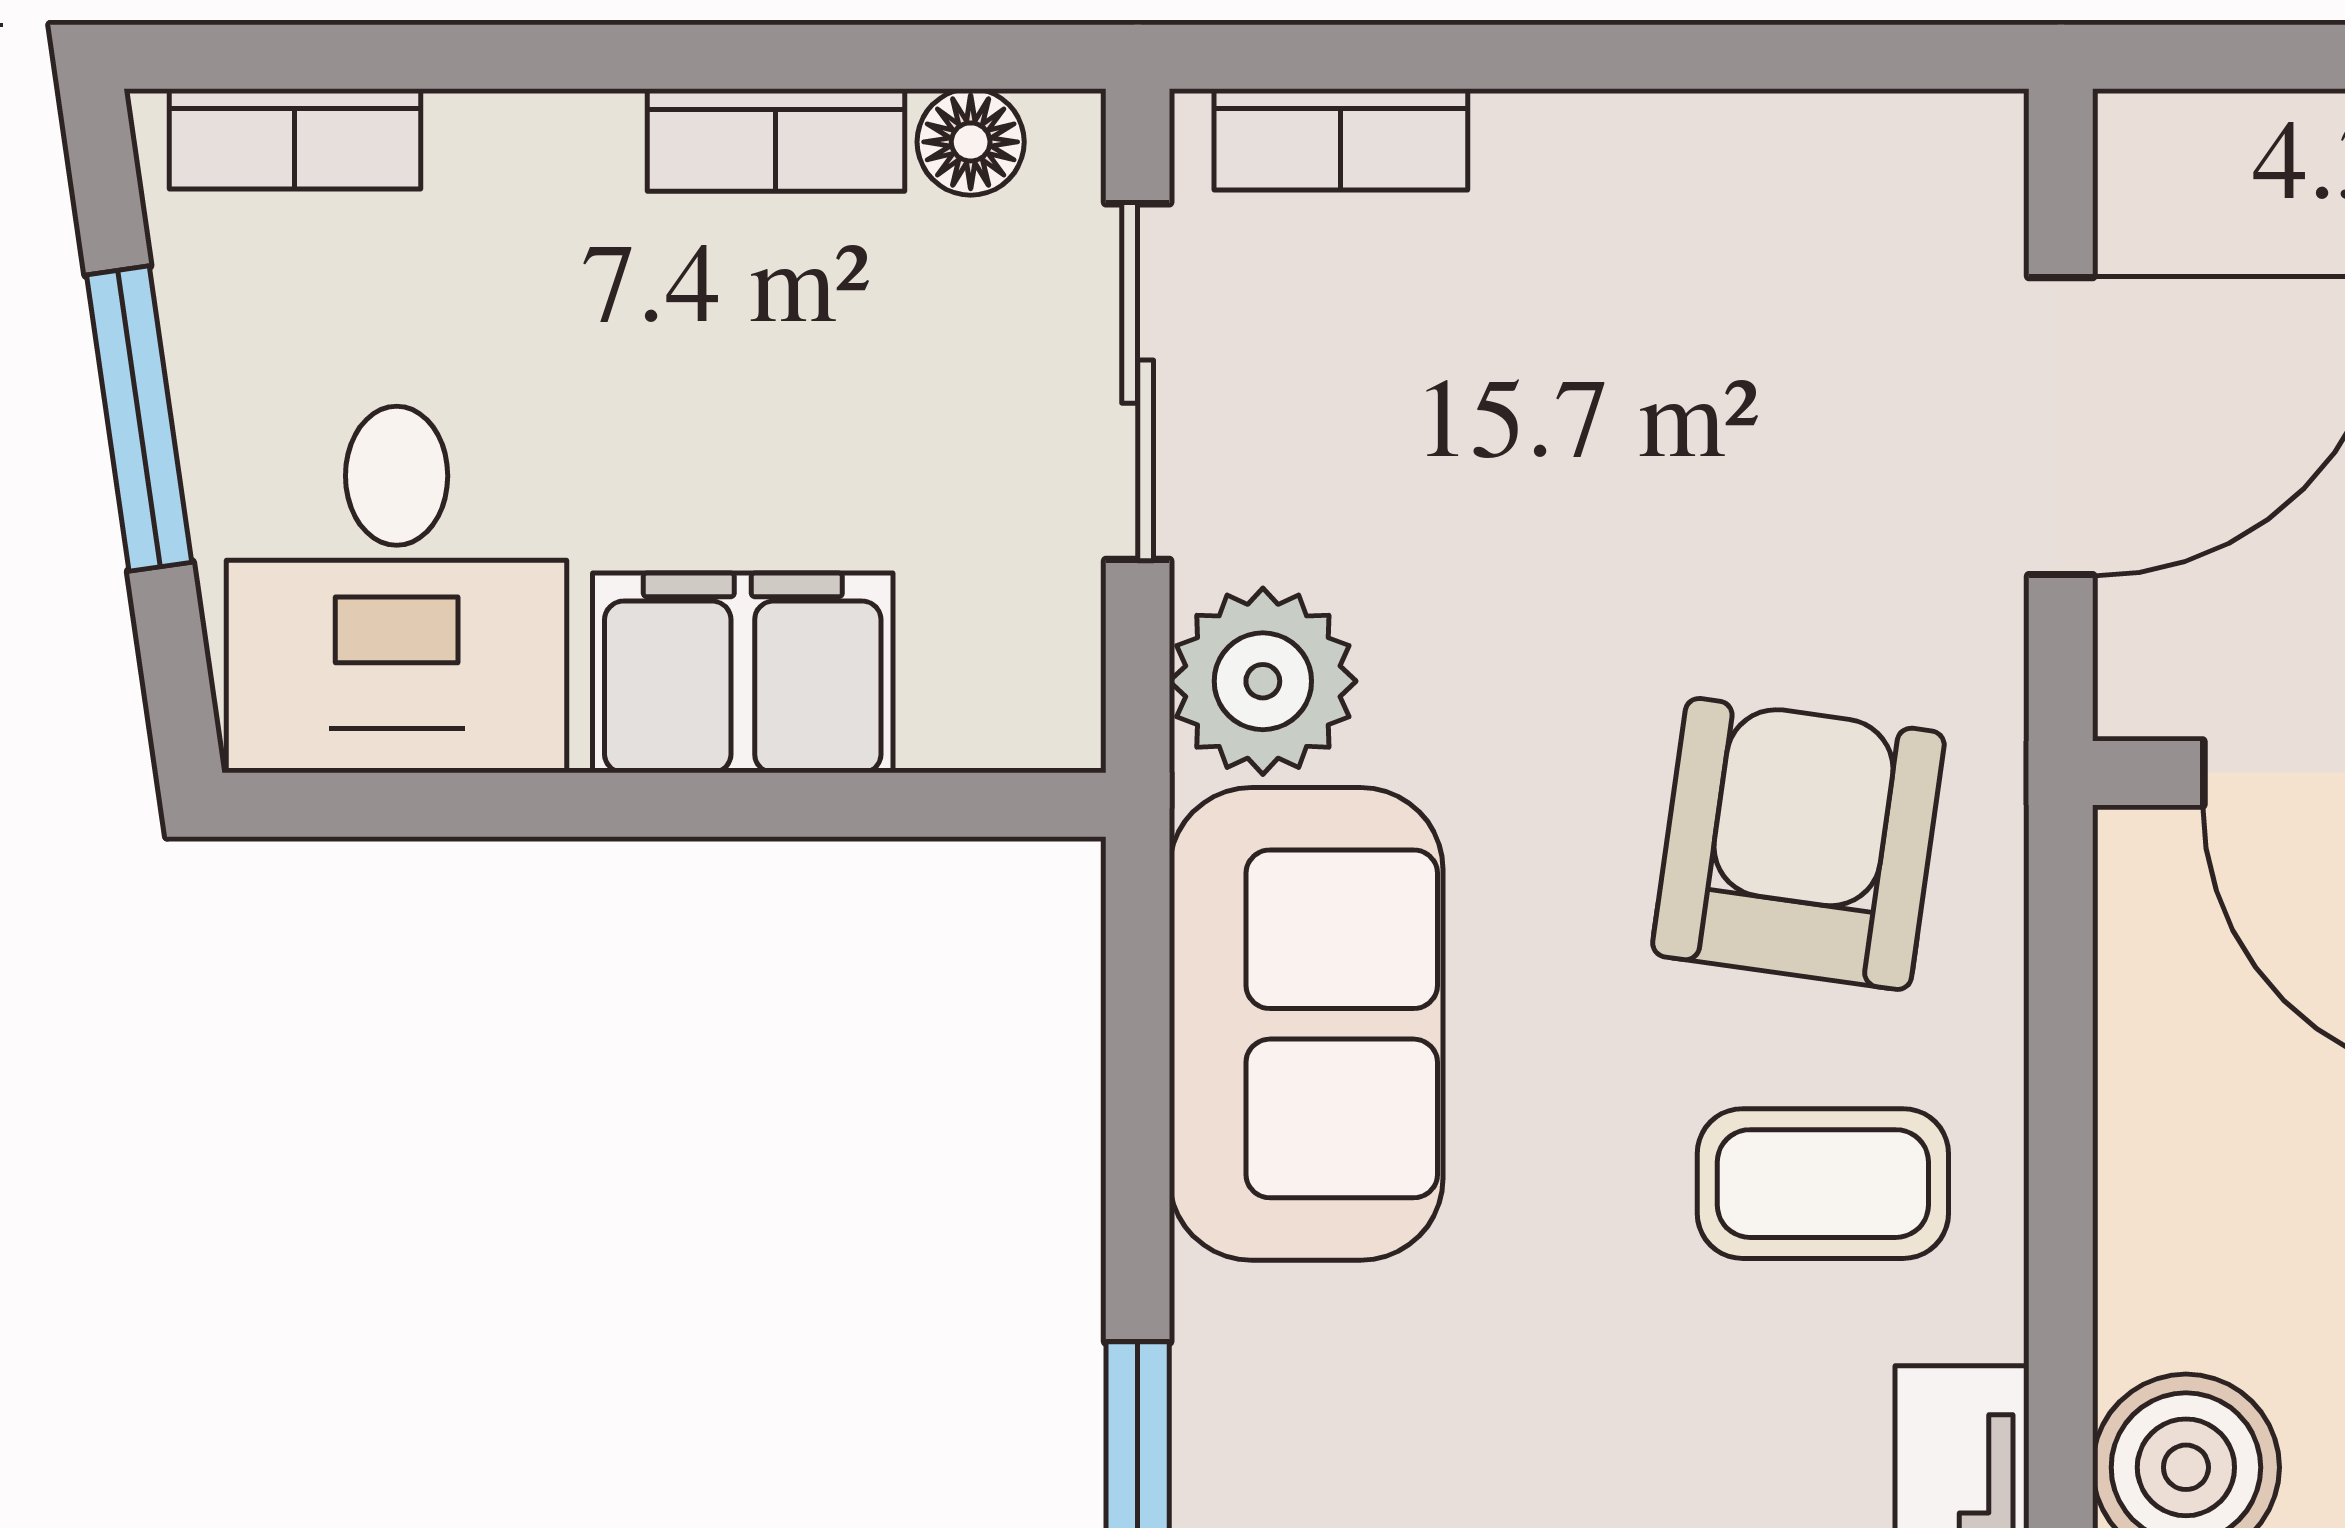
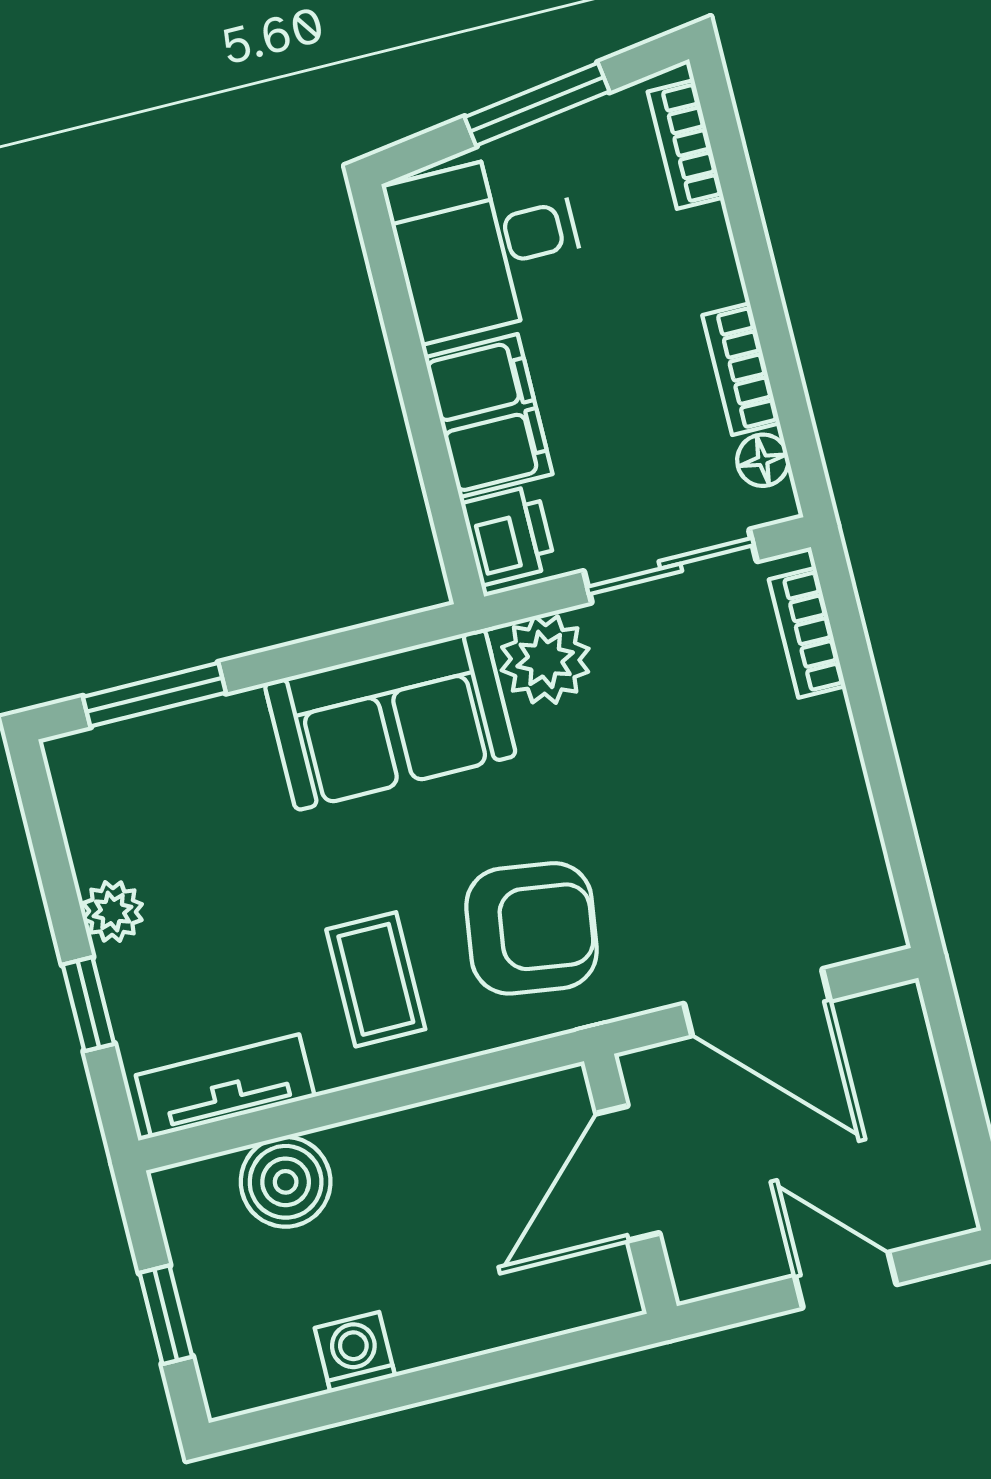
printer: (994, 693) -> (508, 535), added

